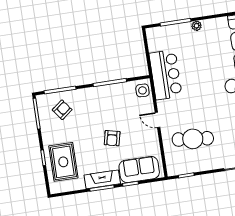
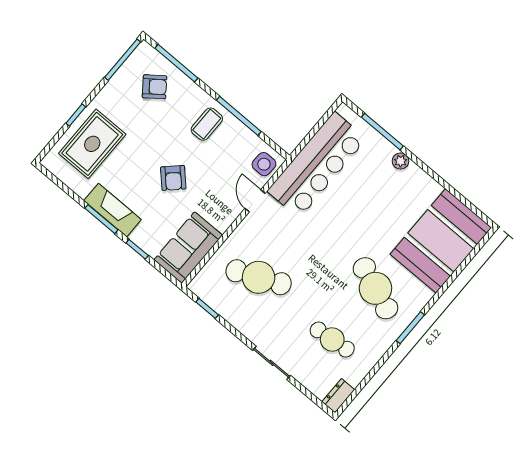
bar counter: (166, 75) -> (317, 165), width x1.36
coffee table: (101, 101) -> (207, 124), added
door: (157, 120) -> (255, 201), moved
armchair: (112, 138) -> (173, 178), turned -57
cafe table: (193, 139) -> (259, 277), turned -30
sofa: (139, 170) -> (188, 248), moved, turned -90

